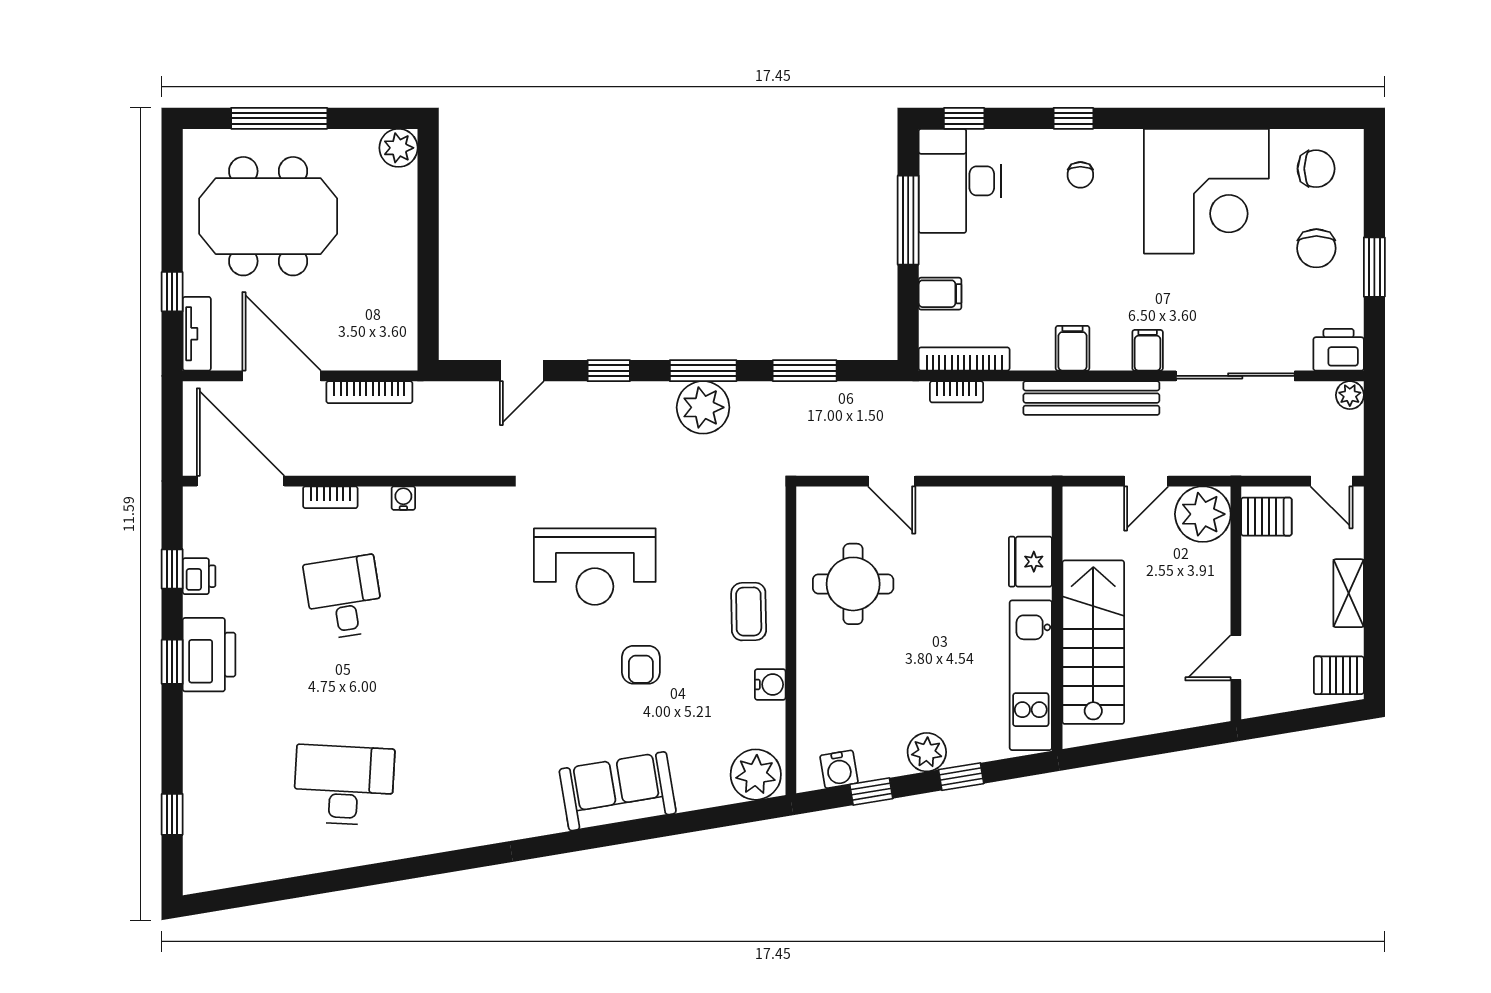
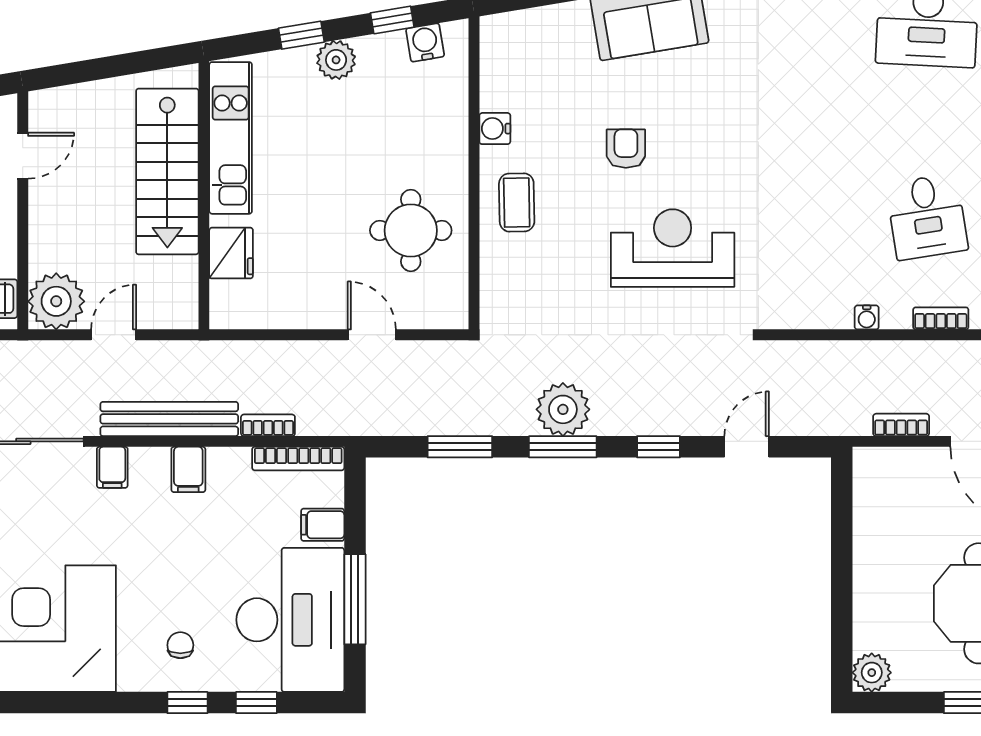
window: (964, 118) -> (256, 703), moved
desk: (960, 181) -> (290, 620), width x1.36, depth x1.30
bookcase: (369, 392) -> (901, 425), width x0.64
bookcase: (957, 392) -> (268, 425), moved
plant: (756, 775) -> (509, 37), removed

